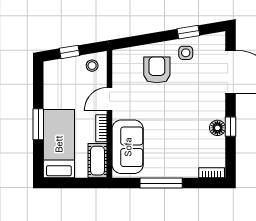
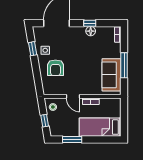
armchair: (157, 70) -> (55, 68), turned -90
window: (38, 124) -> (72, 140), moved
sofa: (128, 147) -> (112, 75), moved, turned -90
cot: (98, 161) -> (110, 104), removed

